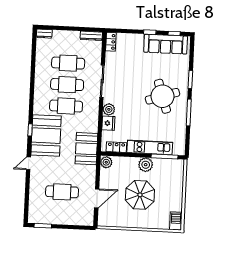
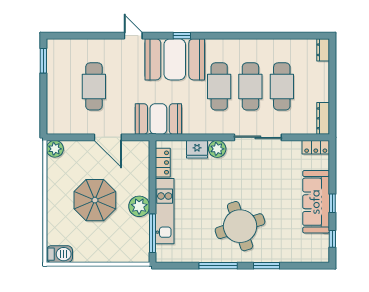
sofa: (166, 44) -> (316, 202), moved
plant: (106, 162) -> (55, 149), moved
door: (97, 198) -> (108, 137), moved

